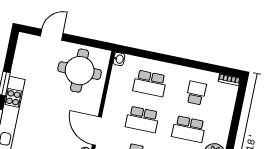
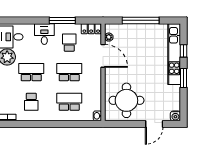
water cooler: (24, 39) -> (175, 116), added

